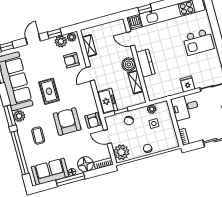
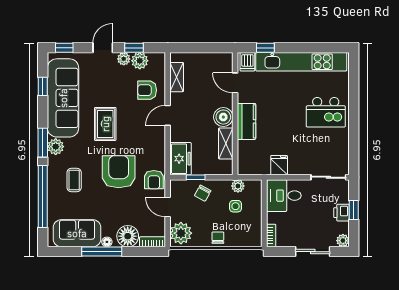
plant: (72, 37) -> (124, 59), moved
fridge: (187, 84) -> (279, 165), moved

